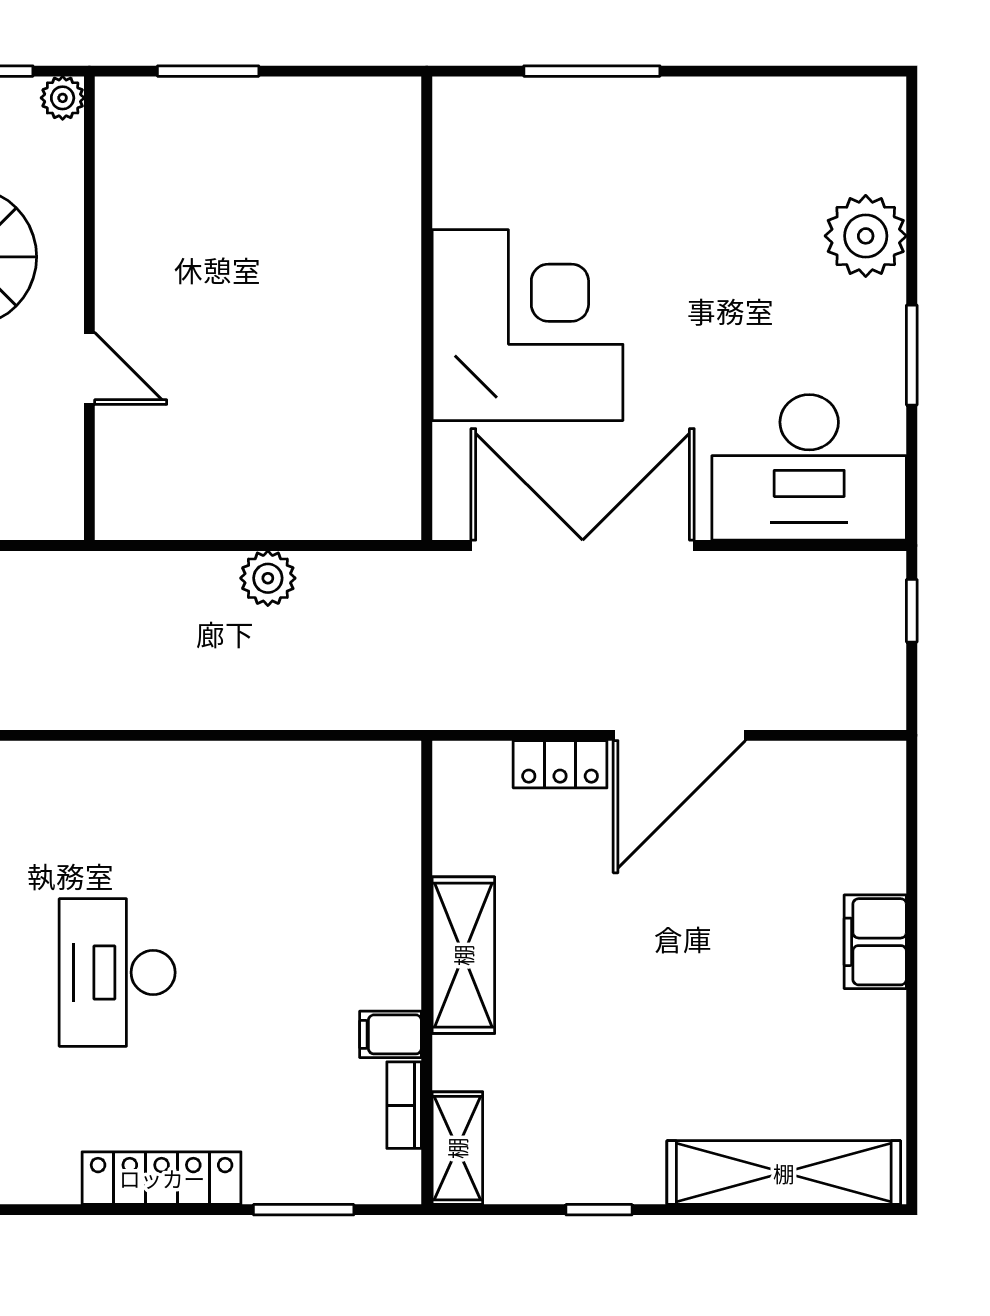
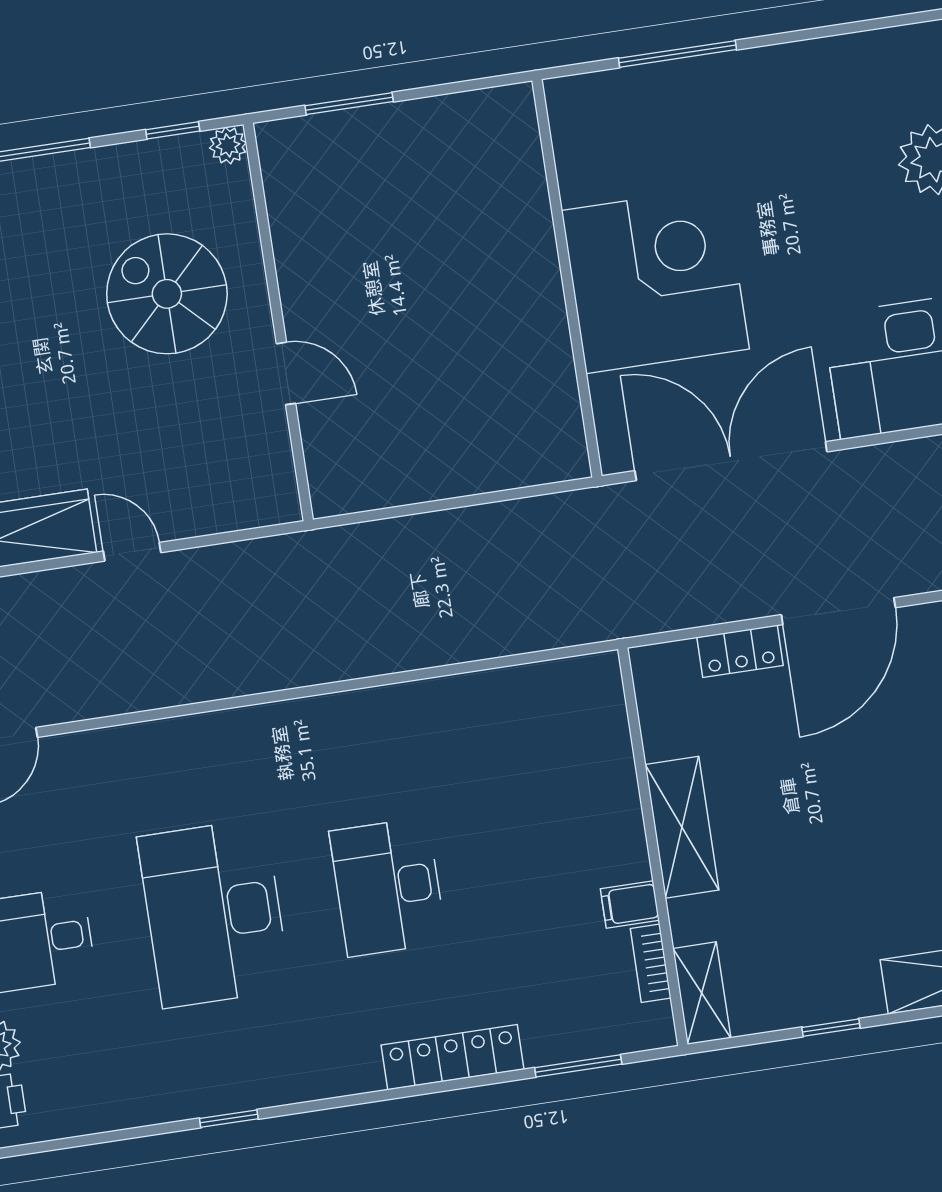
plant: (268, 578) -> (466, 530), removed

